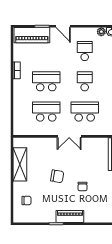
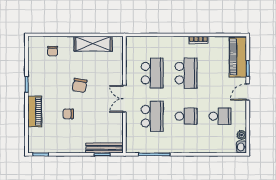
piano: (70, 216) -> (35, 111), moved

